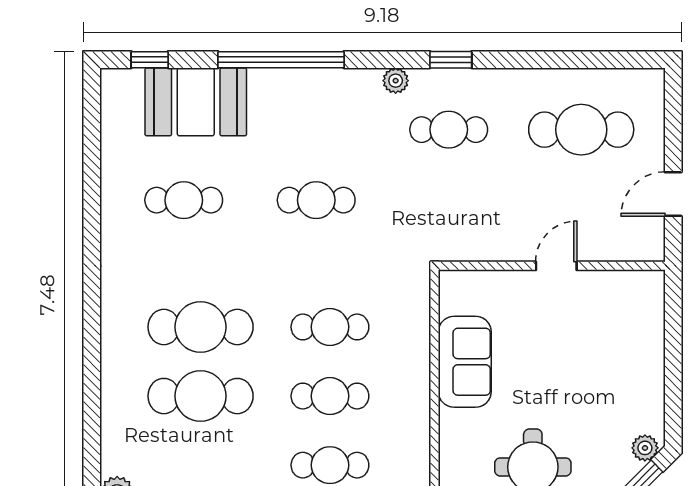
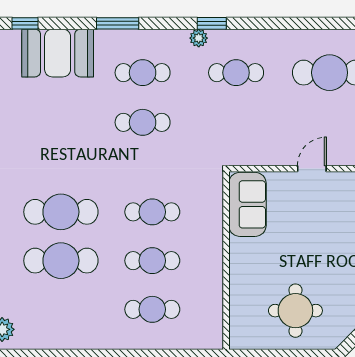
window: (281, 60) -> (118, 23), width x0.47
window: (451, 60) -> (212, 23), moved
cafe table: (184, 200) -> (143, 73), moved
sofa: (465, 362) -> (247, 204), moved

